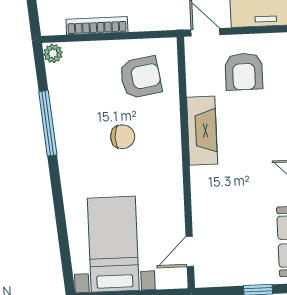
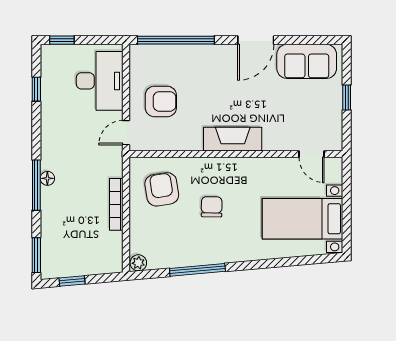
bookcase: (97, 26) -> (116, 204), moved
fireplace: (202, 131) -> (233, 139), moved

